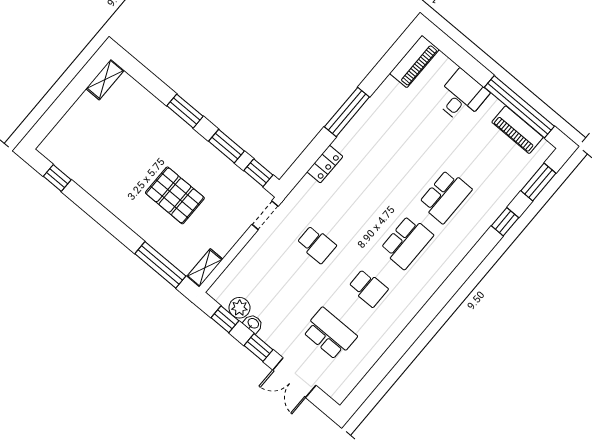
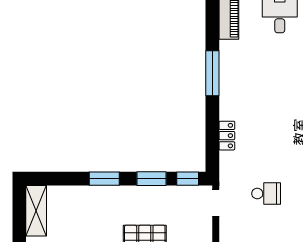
shelving: (105, 79) -> (36, 211), width x1.50, depth x1.33
window: (347, 112) -> (212, 73), moved

